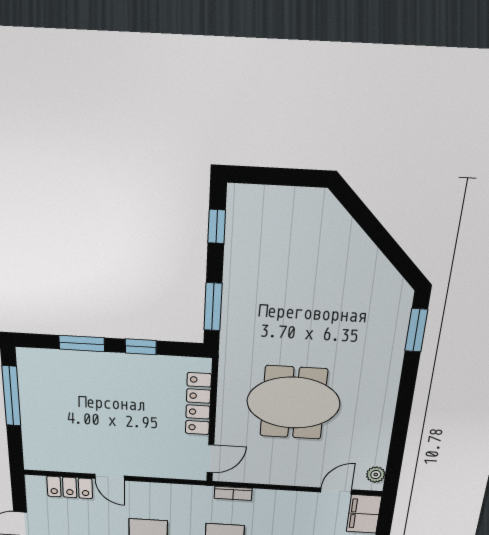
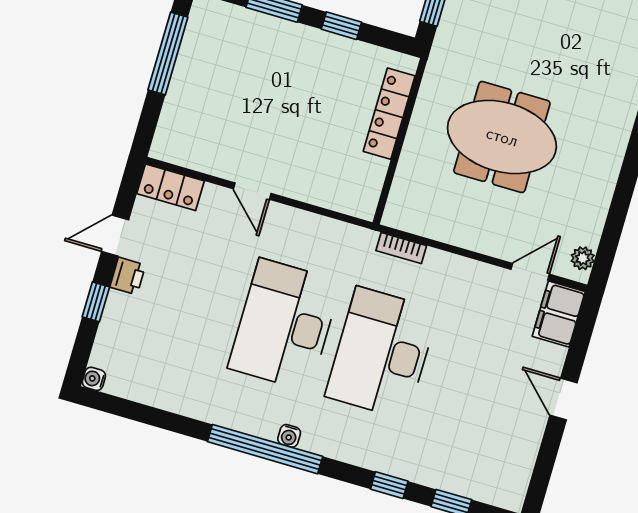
door: (211, 459) -> (385, 192), removed
locker: (70, 487) -> (171, 187), moved

